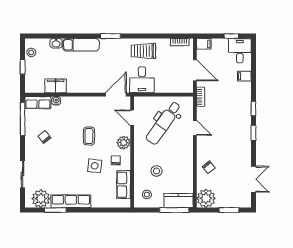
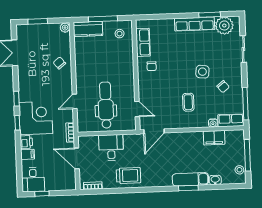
window: (110, 36) -> (188, 188), moved
filing cabinet: (204, 44) -> (69, 185), removed
window: (23, 67) -> (247, 155), width x2.17
desk: (142, 80) -> (111, 148), moved
printer: (245, 89) -> (26, 142), added
corner desk: (235, 113) -> (36, 118), added
dental chair: (164, 123) -> (106, 105), turned -35
door: (195, 128) -> (75, 101), hinge flipped
coffee table: (89, 136) -> (188, 102), moved
plant: (124, 143) -> (145, 84), removed
side table: (95, 166) -> (202, 72), moved
stool: (156, 171) -> (111, 57), removed
plant: (206, 198) -> (65, 28), width x0.53, depth x0.53
window: (174, 210) -> (103, 19), moved

